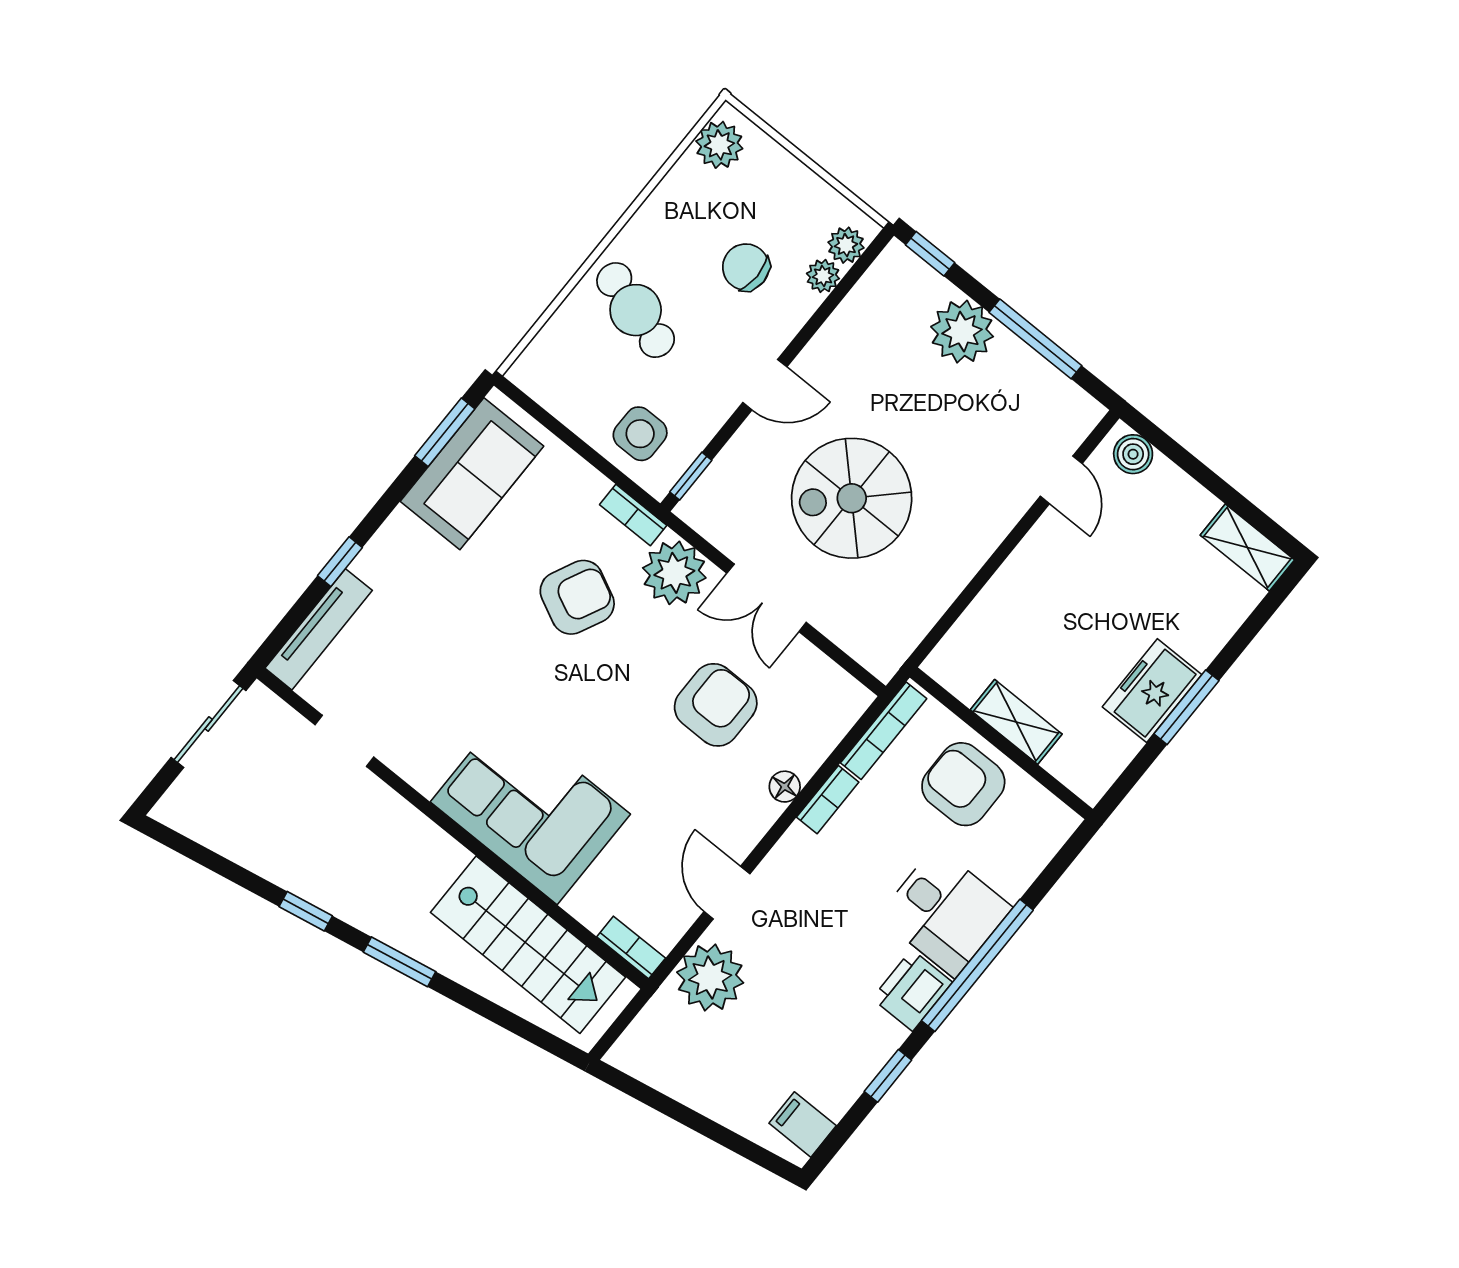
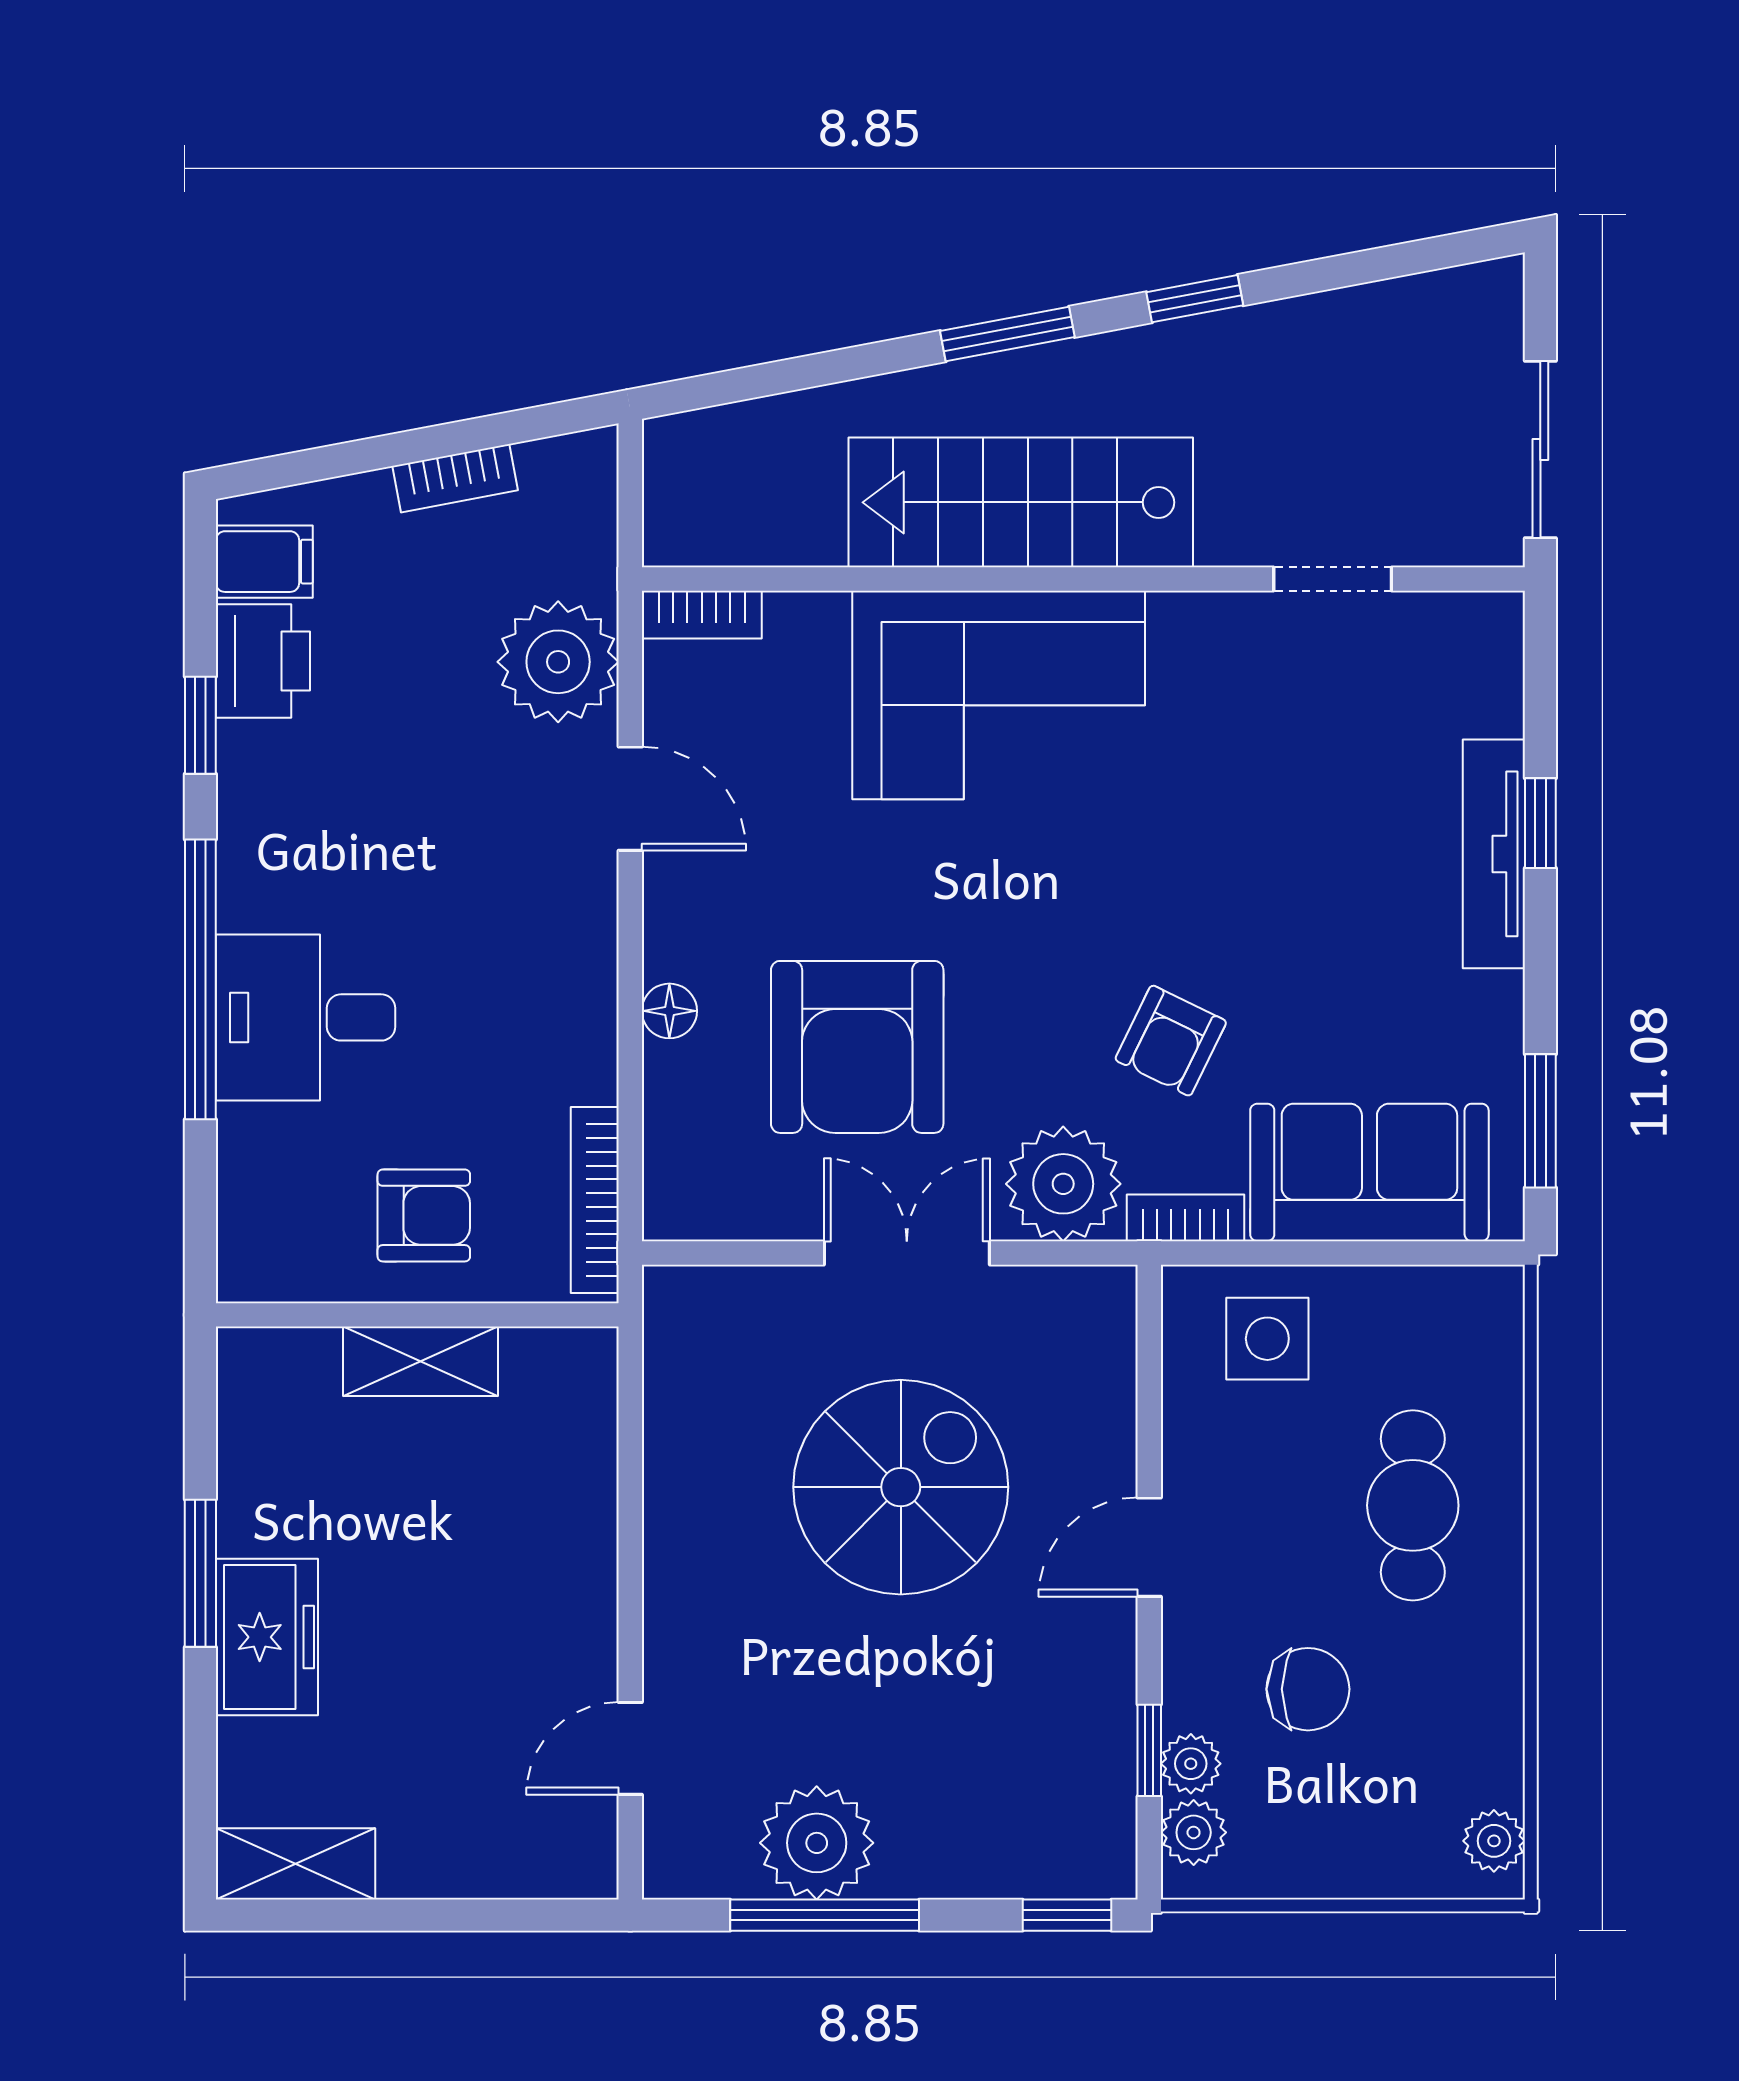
plant: (719, 145) -> (1494, 1841), width x0.73, depth x0.73
cafe table: (636, 310) -> (1413, 1505), turned 74
plant: (962, 332) -> (817, 1843), moved
boiler: (1133, 454) -> (559, 1865), removed
sofa: (472, 474) -> (1369, 1172), moved, turned 90
window: (691, 476) -> (1149, 1750), moved
door: (1061, 480) -> (630, 1748), hinge flipped
armchair: (577, 597) -> (1171, 1041), width x0.72, depth x0.72
tv unit: (319, 629) -> (1494, 854), moved
freezer: (1152, 691) -> (267, 1637), moved
armchair: (716, 705) -> (857, 1047), width x1.36, depth x1.36
armchair: (963, 784) -> (424, 1215), width x0.72, depth x0.72
bookcase: (828, 800) -> (455, 478), moved, turned -101
stairs: (528, 945) -> (1021, 502), moved
printer: (912, 990) -> (263, 661), moved

